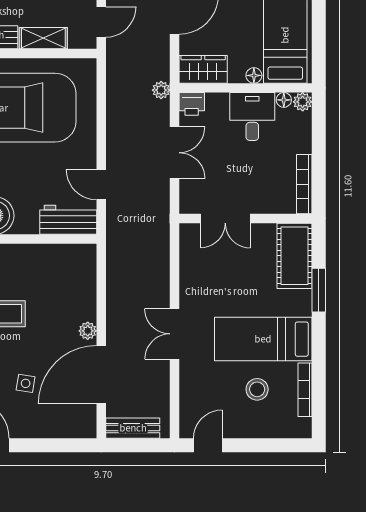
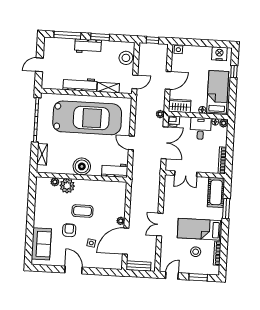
double door: (175, 153) -> (165, 143), width x1.37
door: (101, 185) -> (131, 143), moved
window: (266, 445) -> (198, 277), added

